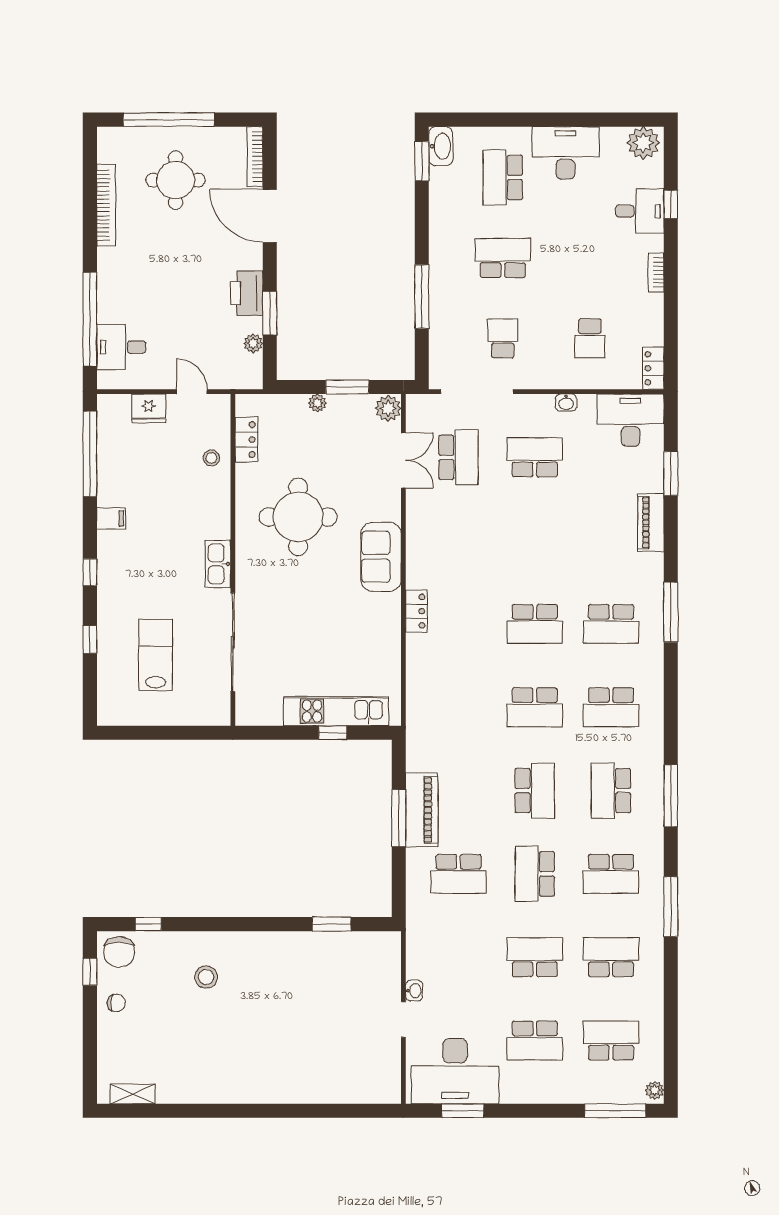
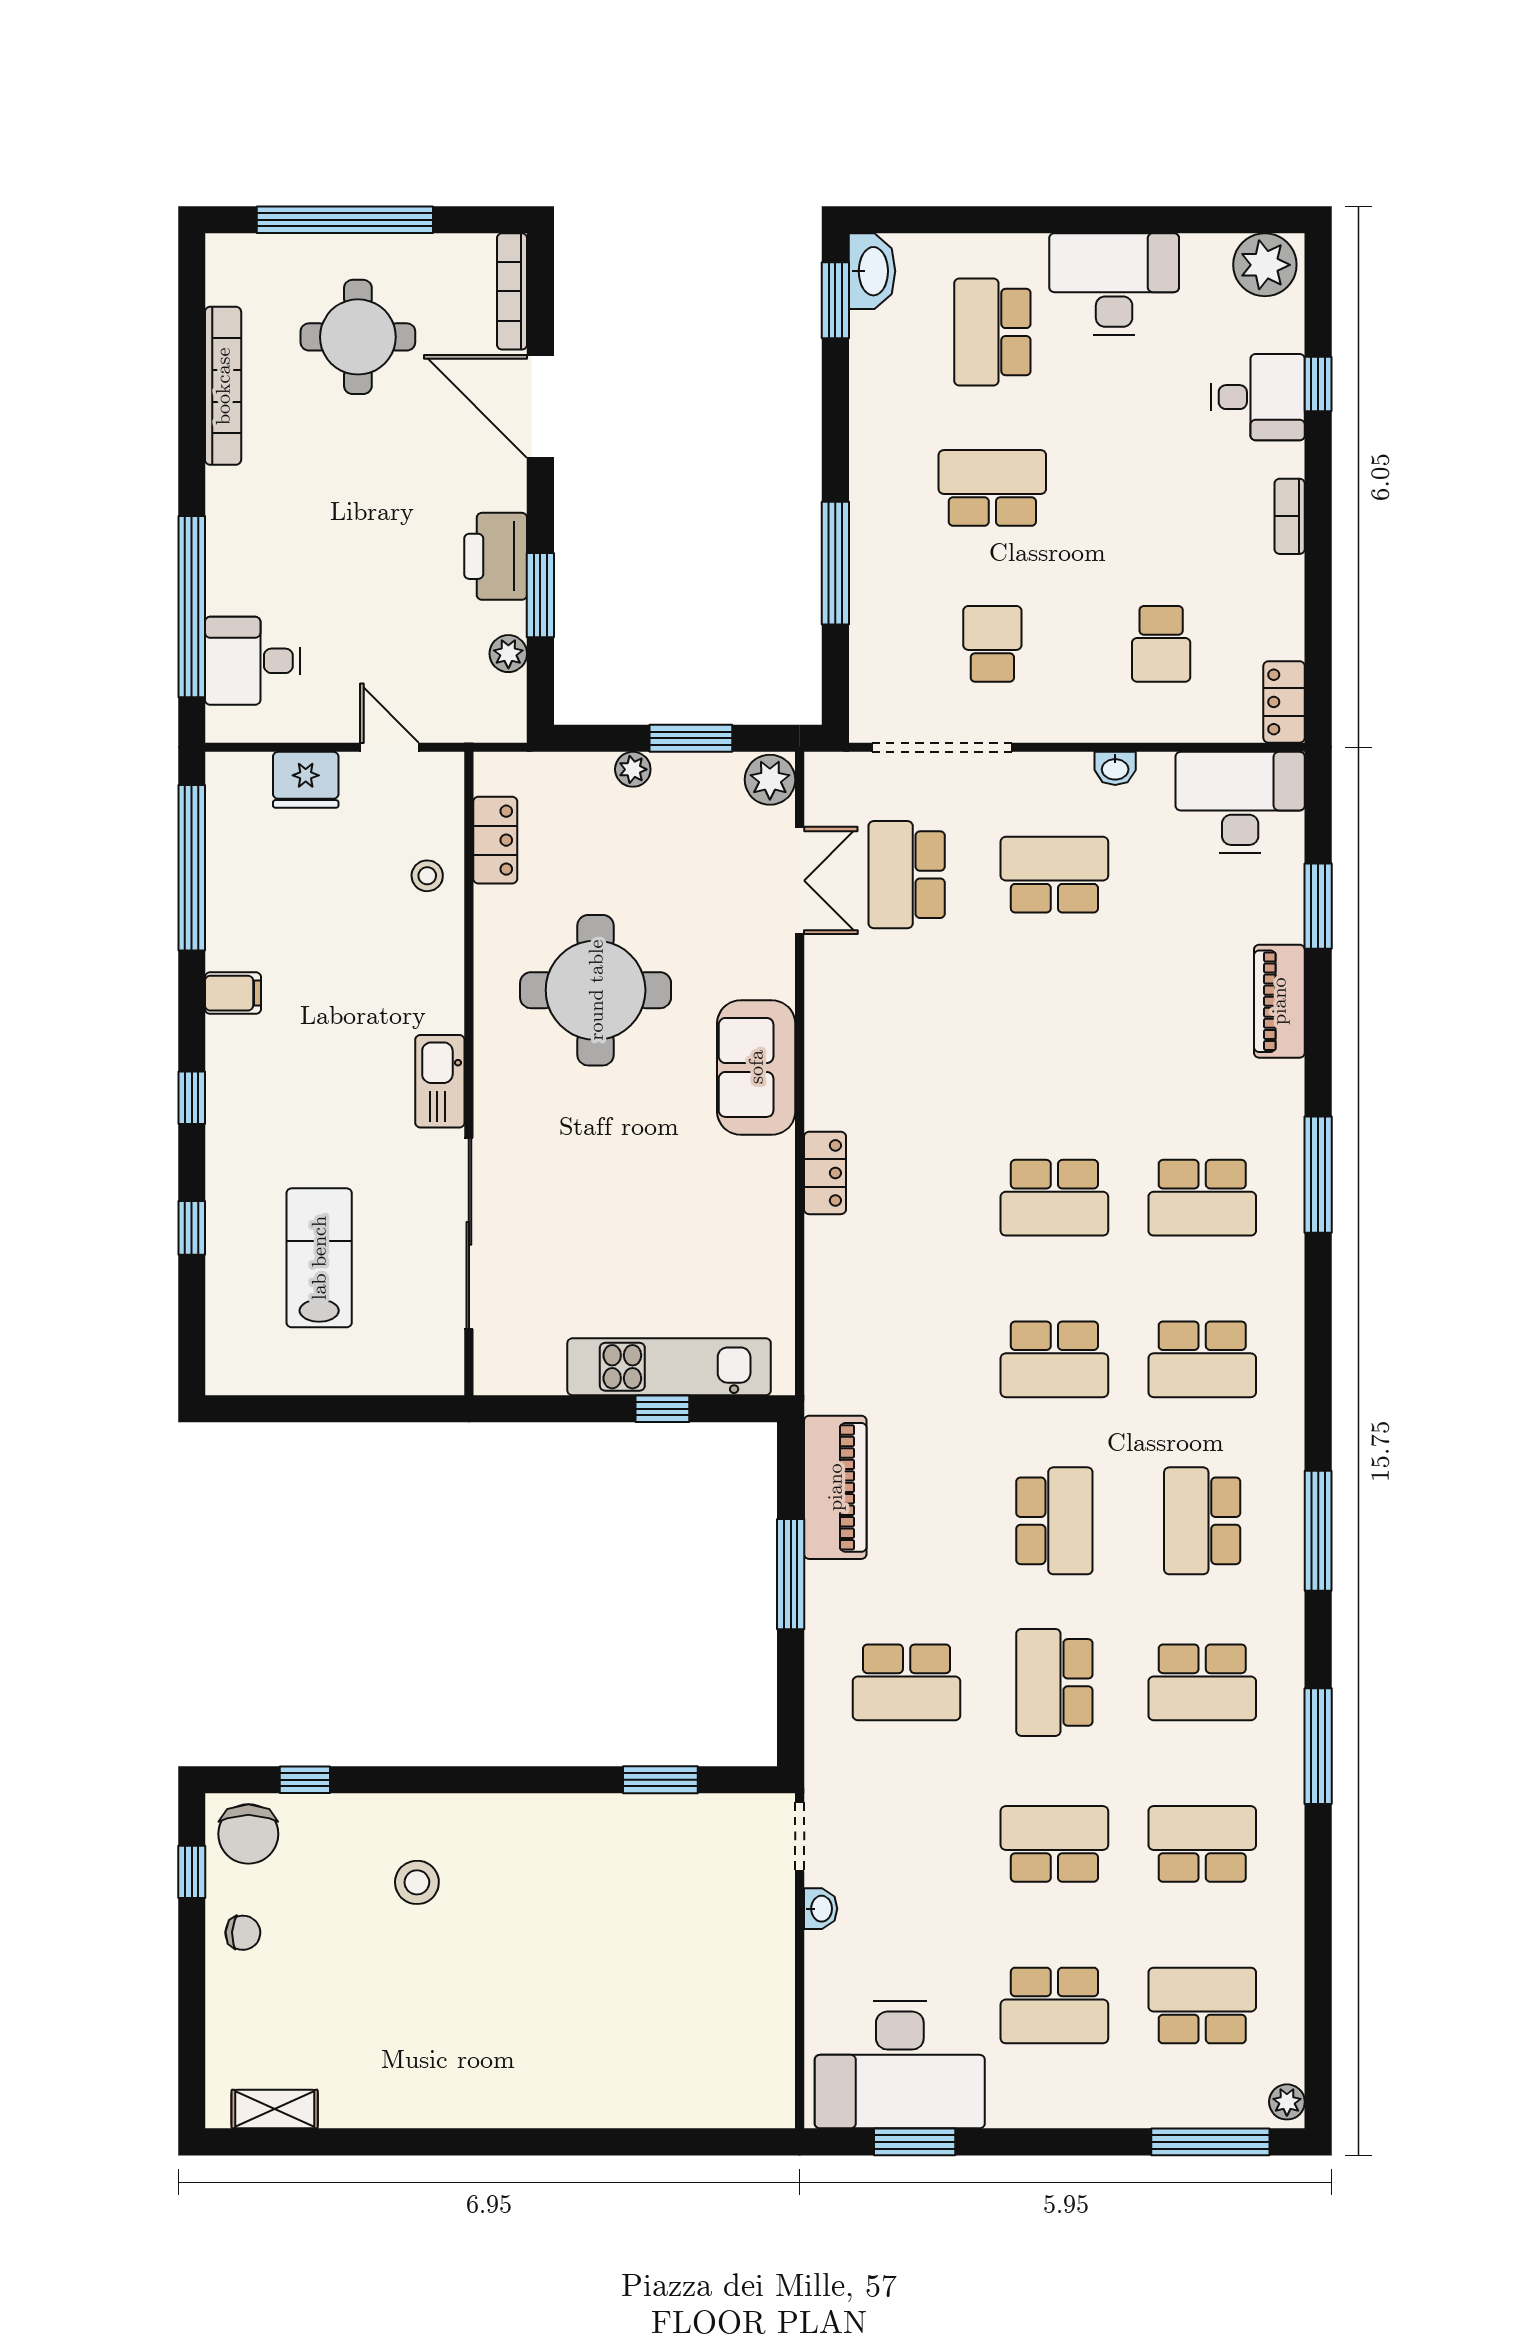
school desk: (459, 457) -> (907, 875), turned 180
piano: (422, 810) -> (835, 1487), moved
doorway: (403, 1020) -> (800, 1837), moved

